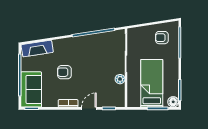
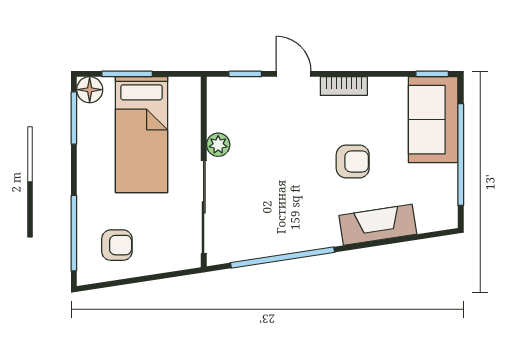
fireplace: (37, 49) -> (378, 225), moved
door: (89, 108) -> (294, 74), swing flipped

